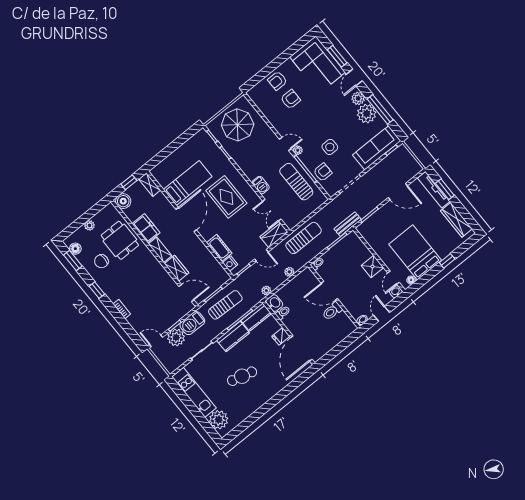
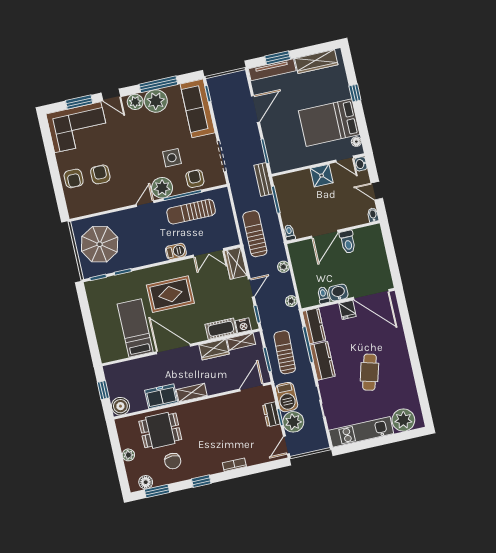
plant: (298, 150) -> (162, 188), width x1.87, depth x1.87
shelving: (150, 185) -> (241, 341), moved
wardrobe: (176, 268) -> (214, 349), moved, turned 180
washbasin: (274, 303) -> (338, 293), moved
dresser: (174, 318) -> (271, 414), added

